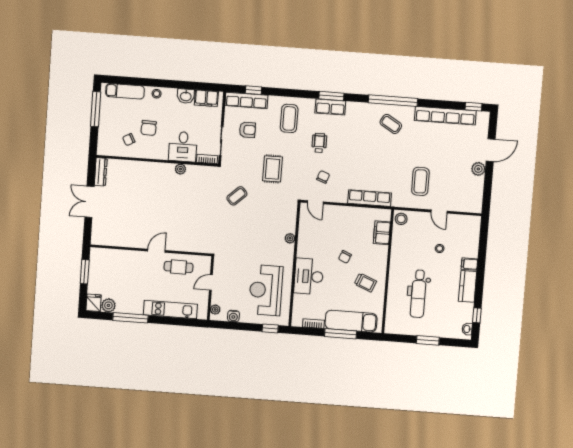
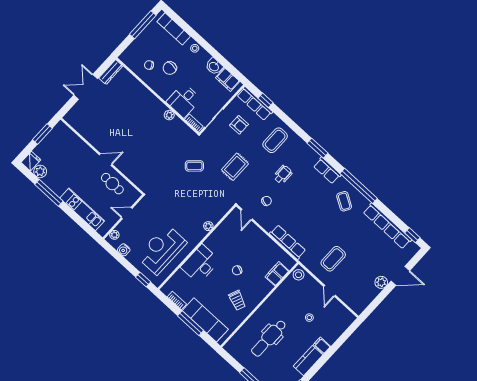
row of seats: (330, 107) -> (327, 170), moved

